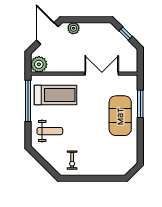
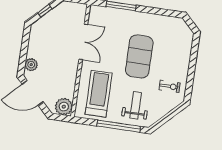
double door: (102, 74) -> (83, 42), swing flipped
window: (28, 101) -> (119, 126), moved
exercise mat: (120, 116) -> (139, 56), moved, turned 90

